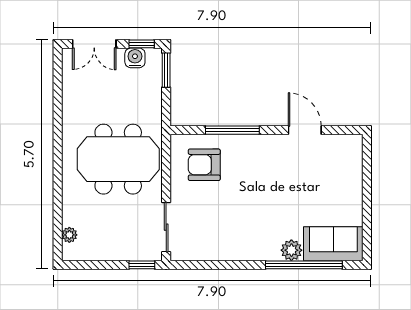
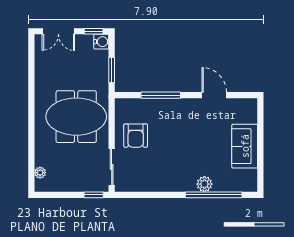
water cooler: (135, 58) -> (101, 42), moved, turned 90
window: (166, 70) -> (112, 70), moved
armchair: (204, 165) -> (136, 136), moved, turned -90
sofa: (333, 244) -> (245, 146), moved, turned -90

